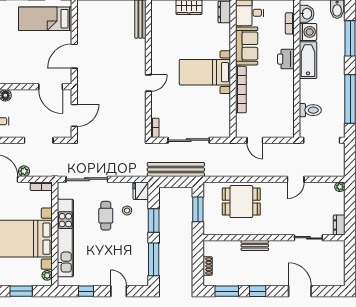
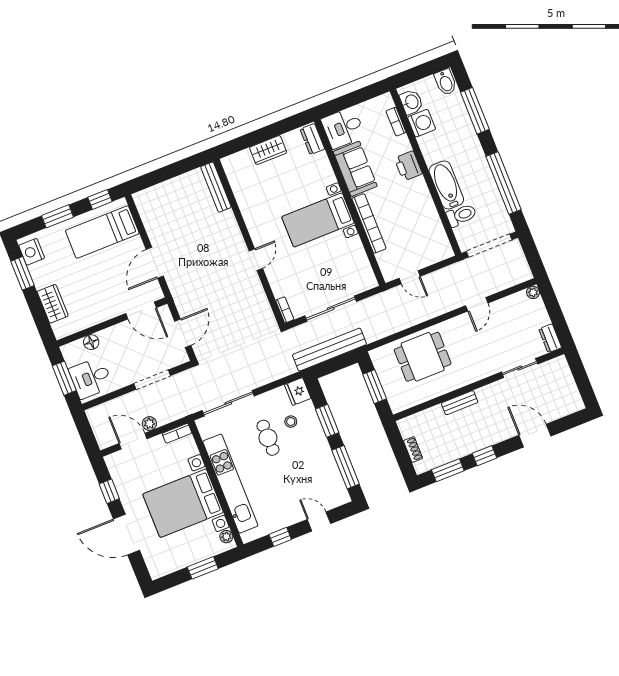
bathtub: (308, 60) -> (446, 185), moved

